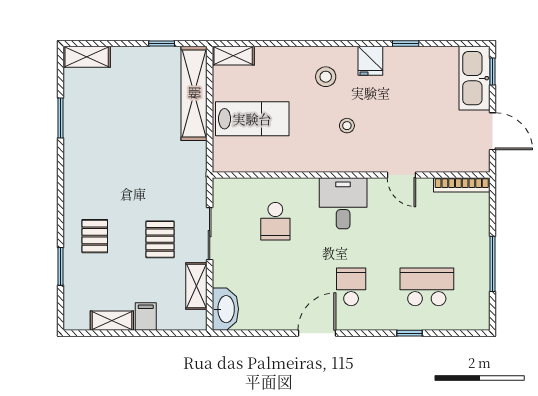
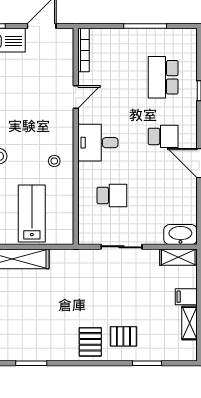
stool: (347, 126) -> (54, 161), moved
pallet: (160, 239) -> (90, 342), moved, turned 90
shelving: (196, 286) -> (178, 257), moved
school desk: (351, 287) -> (163, 136), turned 180

